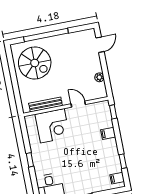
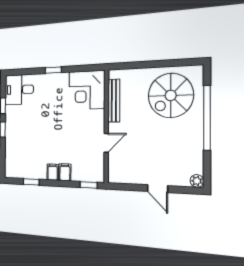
door: (100, 45) -> (158, 189), moved
plant: (99, 77) -> (197, 181), moved
corner desk: (52, 126) -> (87, 90), moved
filing cabinet: (117, 178) -> (53, 172), moved

